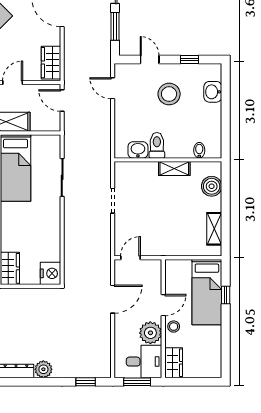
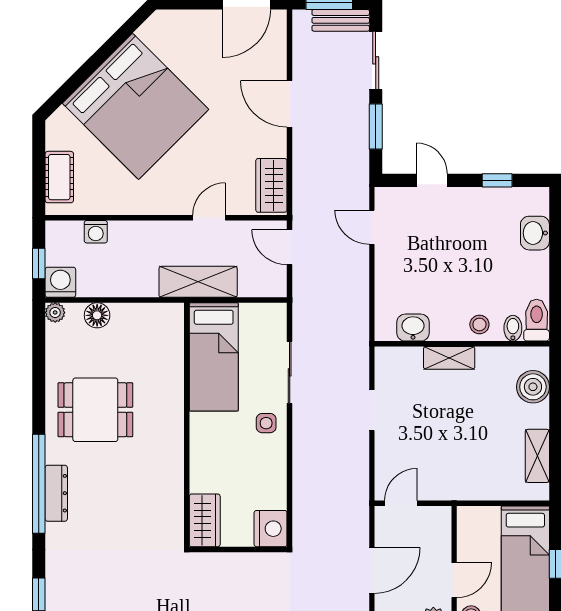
stool: (169, 94) -> (479, 324), moved, width x0.53, depth x0.53
toilet: (157, 145) -> (537, 320), moved
shelving: (174, 168) -> (449, 358), moved
side table: (48, 209) -> (266, 423), added

